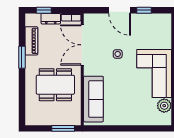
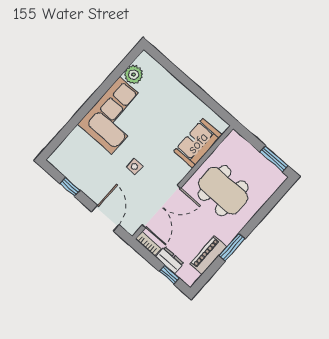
door: (120, 10) -> (105, 218), moved
sofa: (93, 99) -> (198, 143), width x0.73
window: (63, 128) -> (274, 159), moved

